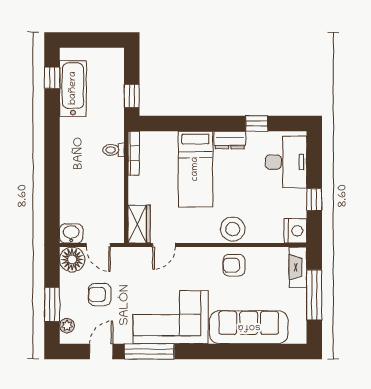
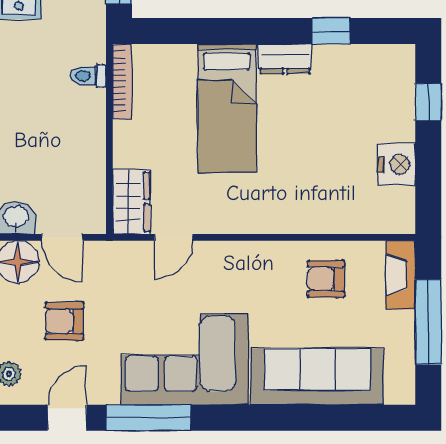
desk: (286, 162) -> (381, 97), removed
window: (314, 199) -> (428, 102), moved
stool: (233, 229) -> (290, 210), removed
nightstand: (296, 231) -> (397, 164), moved
armchair: (234, 265) -> (326, 279), moved

